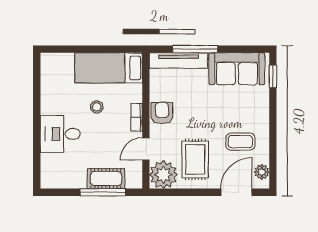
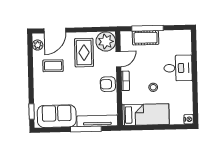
nightstand: (47, 60) -> (189, 119), added
armchair: (162, 113) -> (108, 84), turned 90

